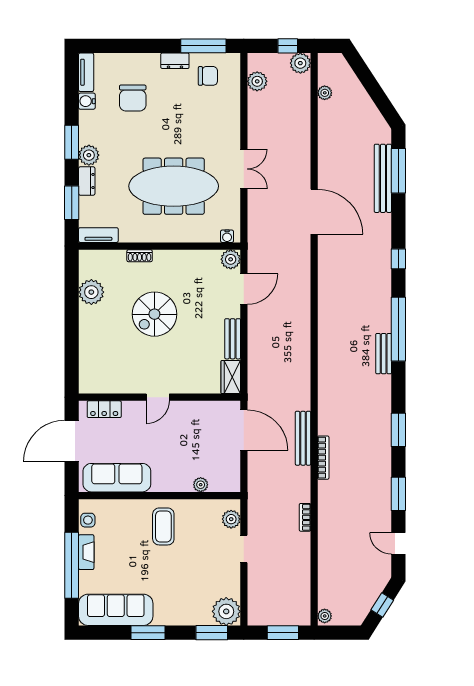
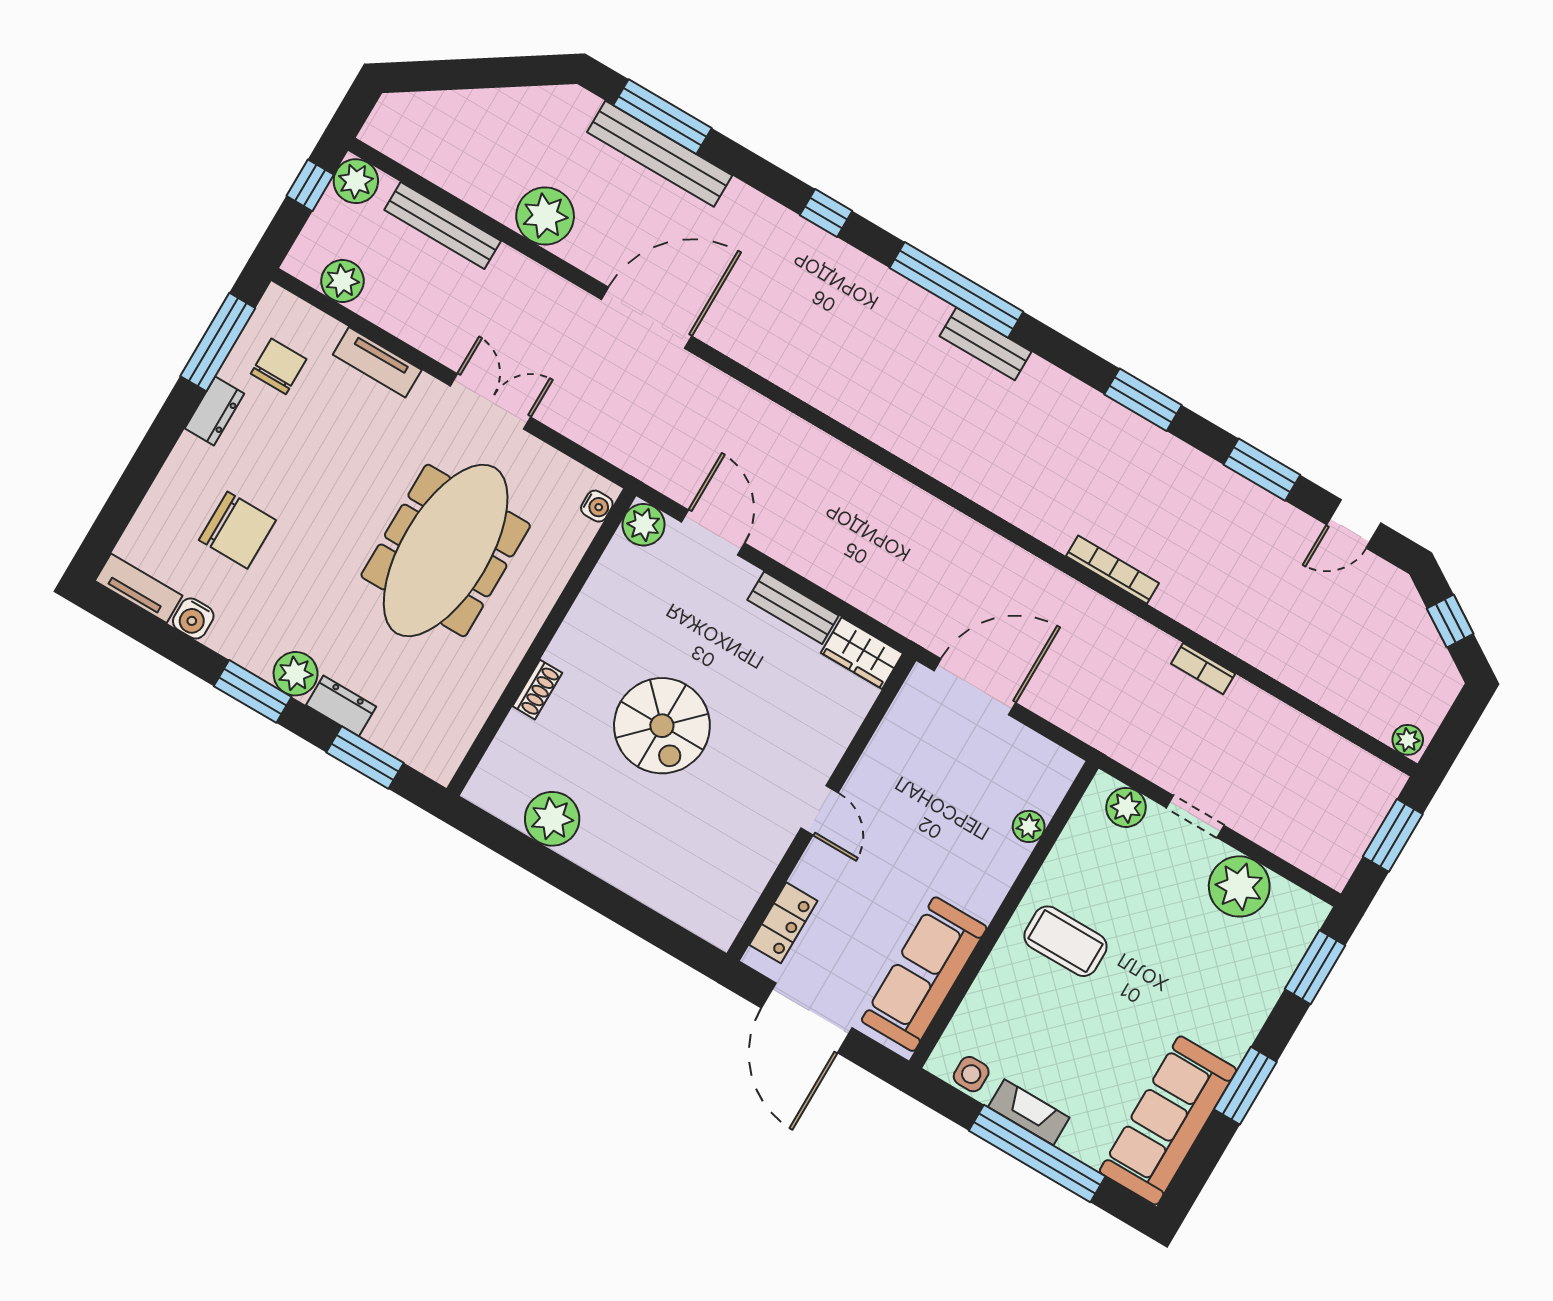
plant: (325, 93) -> (545, 216), moved, width x1.88, depth x1.88
tv unit: (98, 235) -> (377, 362), moved, turned -90
bench: (303, 438) -> (443, 225), moved
plant: (226, 611) -> (1239, 886), moved

